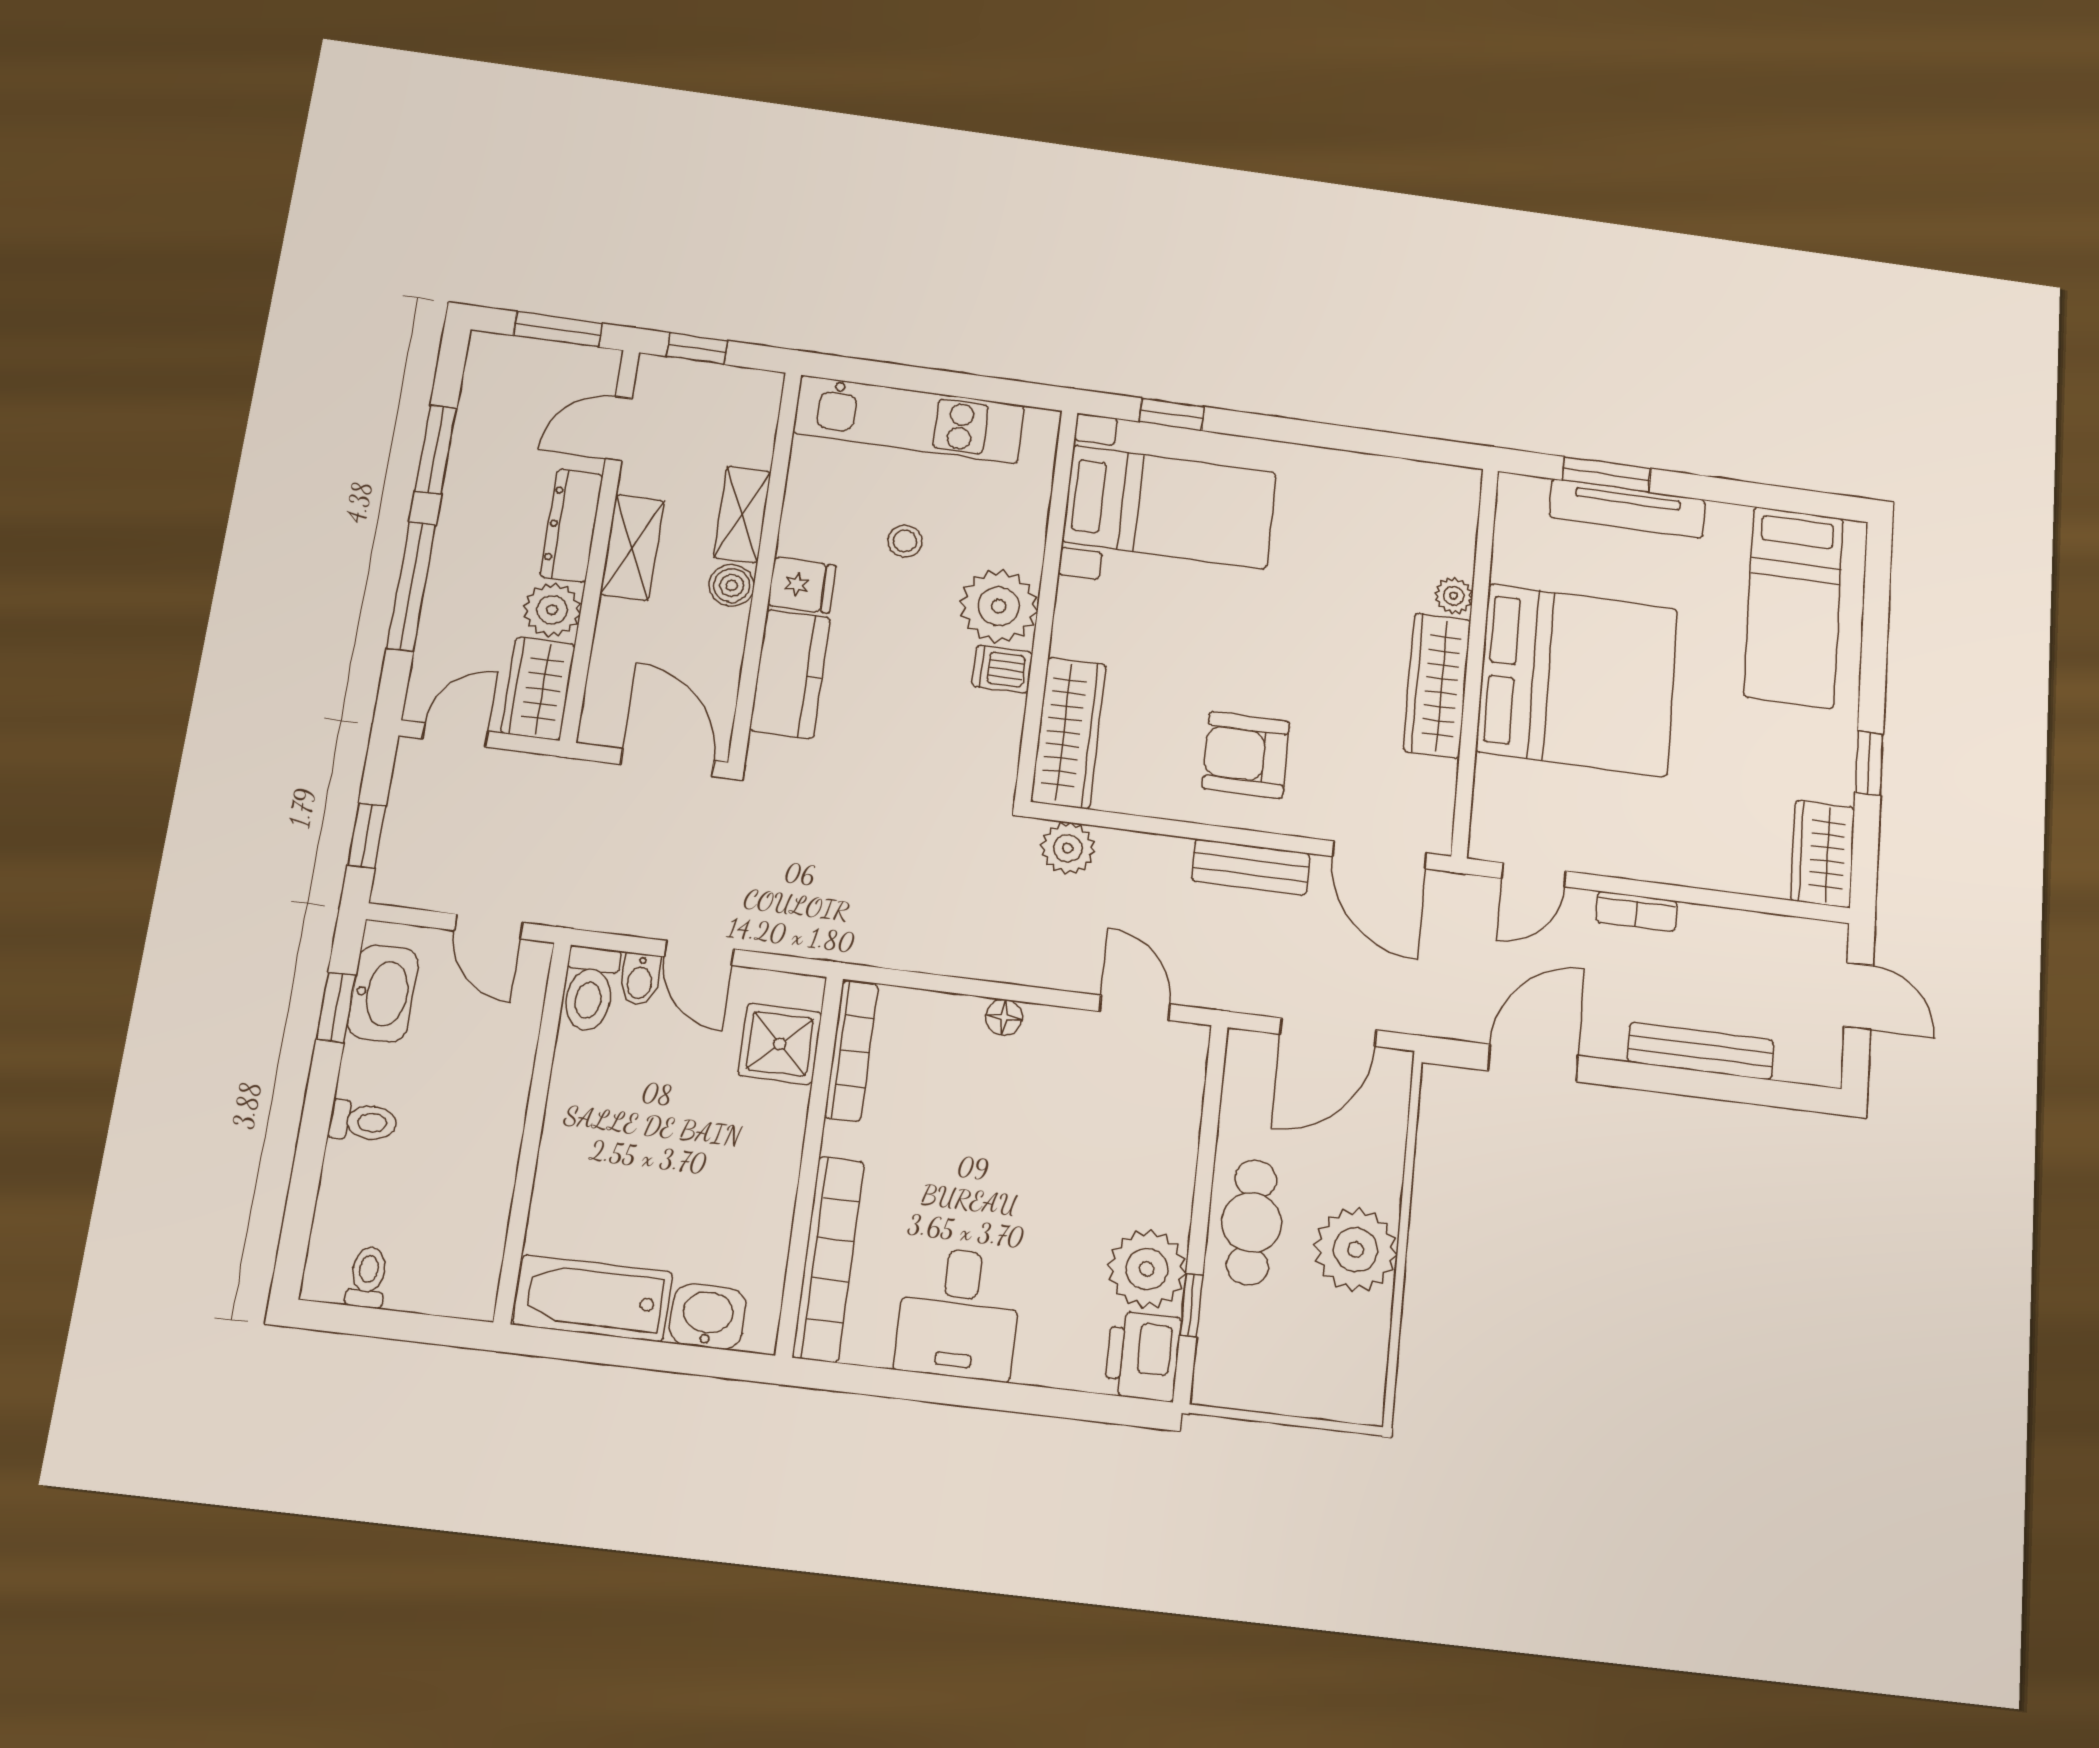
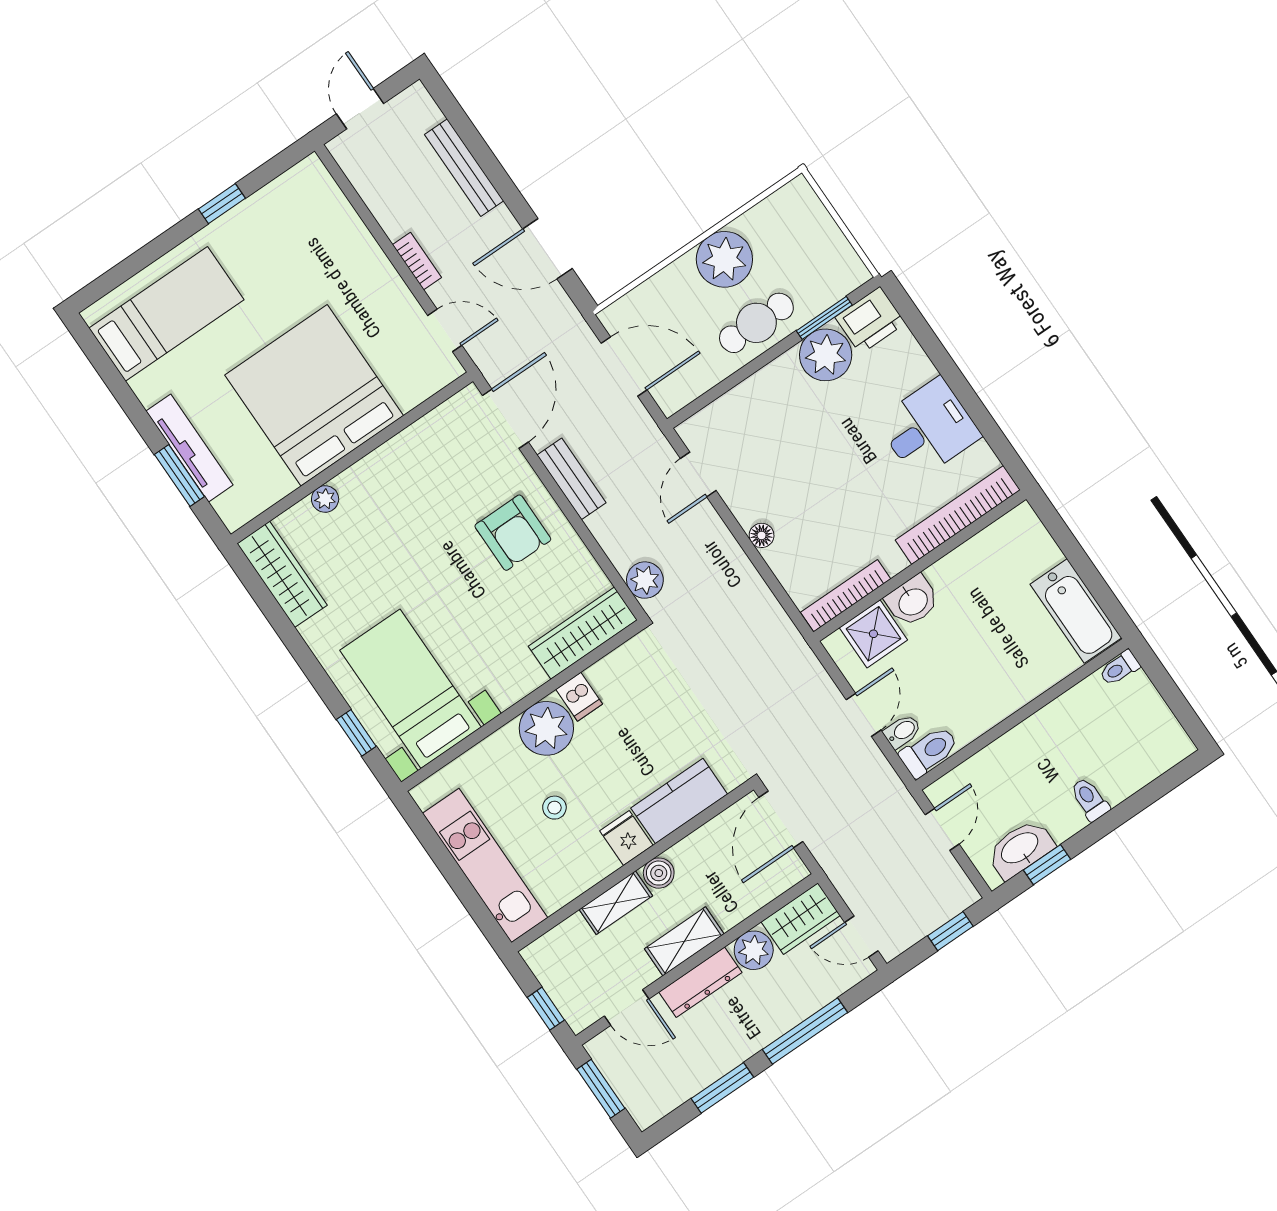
wardrobe: (1437, 685) -> (282, 574), moved, turned -90
wardrobe: (1823, 854) -> (297, 189), removed
toilet: (367, 1277) -> (1119, 668), moved
window: (1191, 1305) -> (824, 318), width x1.50
washbasin: (708, 1317) -> (912, 601), moved, turned -90

